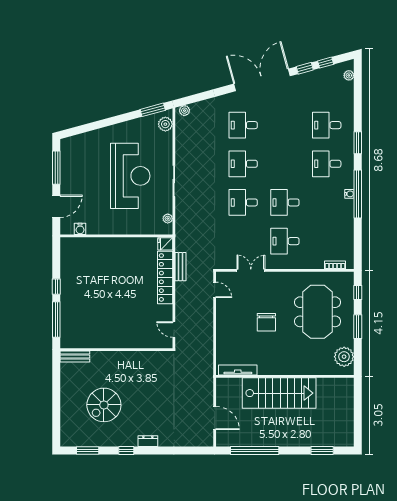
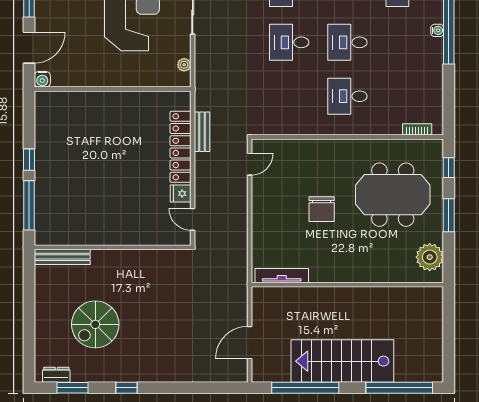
water cooler: (80, 229) -> (42, 79), moved
fridge: (165, 244) -> (181, 193), moved
double door: (251, 270) -> (300, 137), removed
door: (215, 290) -> (250, 164), hinge flipped
meeting table: (318, 312) -> (393, 195), turned 90
bench: (75, 357) -> (62, 257), width x1.36
stairs: (279, 393) -> (342, 361), moved, turned 180
door: (215, 418) -> (250, 343), swing flipped
dresser: (148, 441) -> (56, 375), moved
window: (322, 451) -> (399, 388), width x2.11

